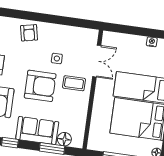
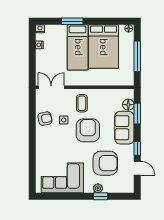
armchair: (29, 33) -> (45, 119), moved
double door: (97, 61) -> (51, 87), moved

